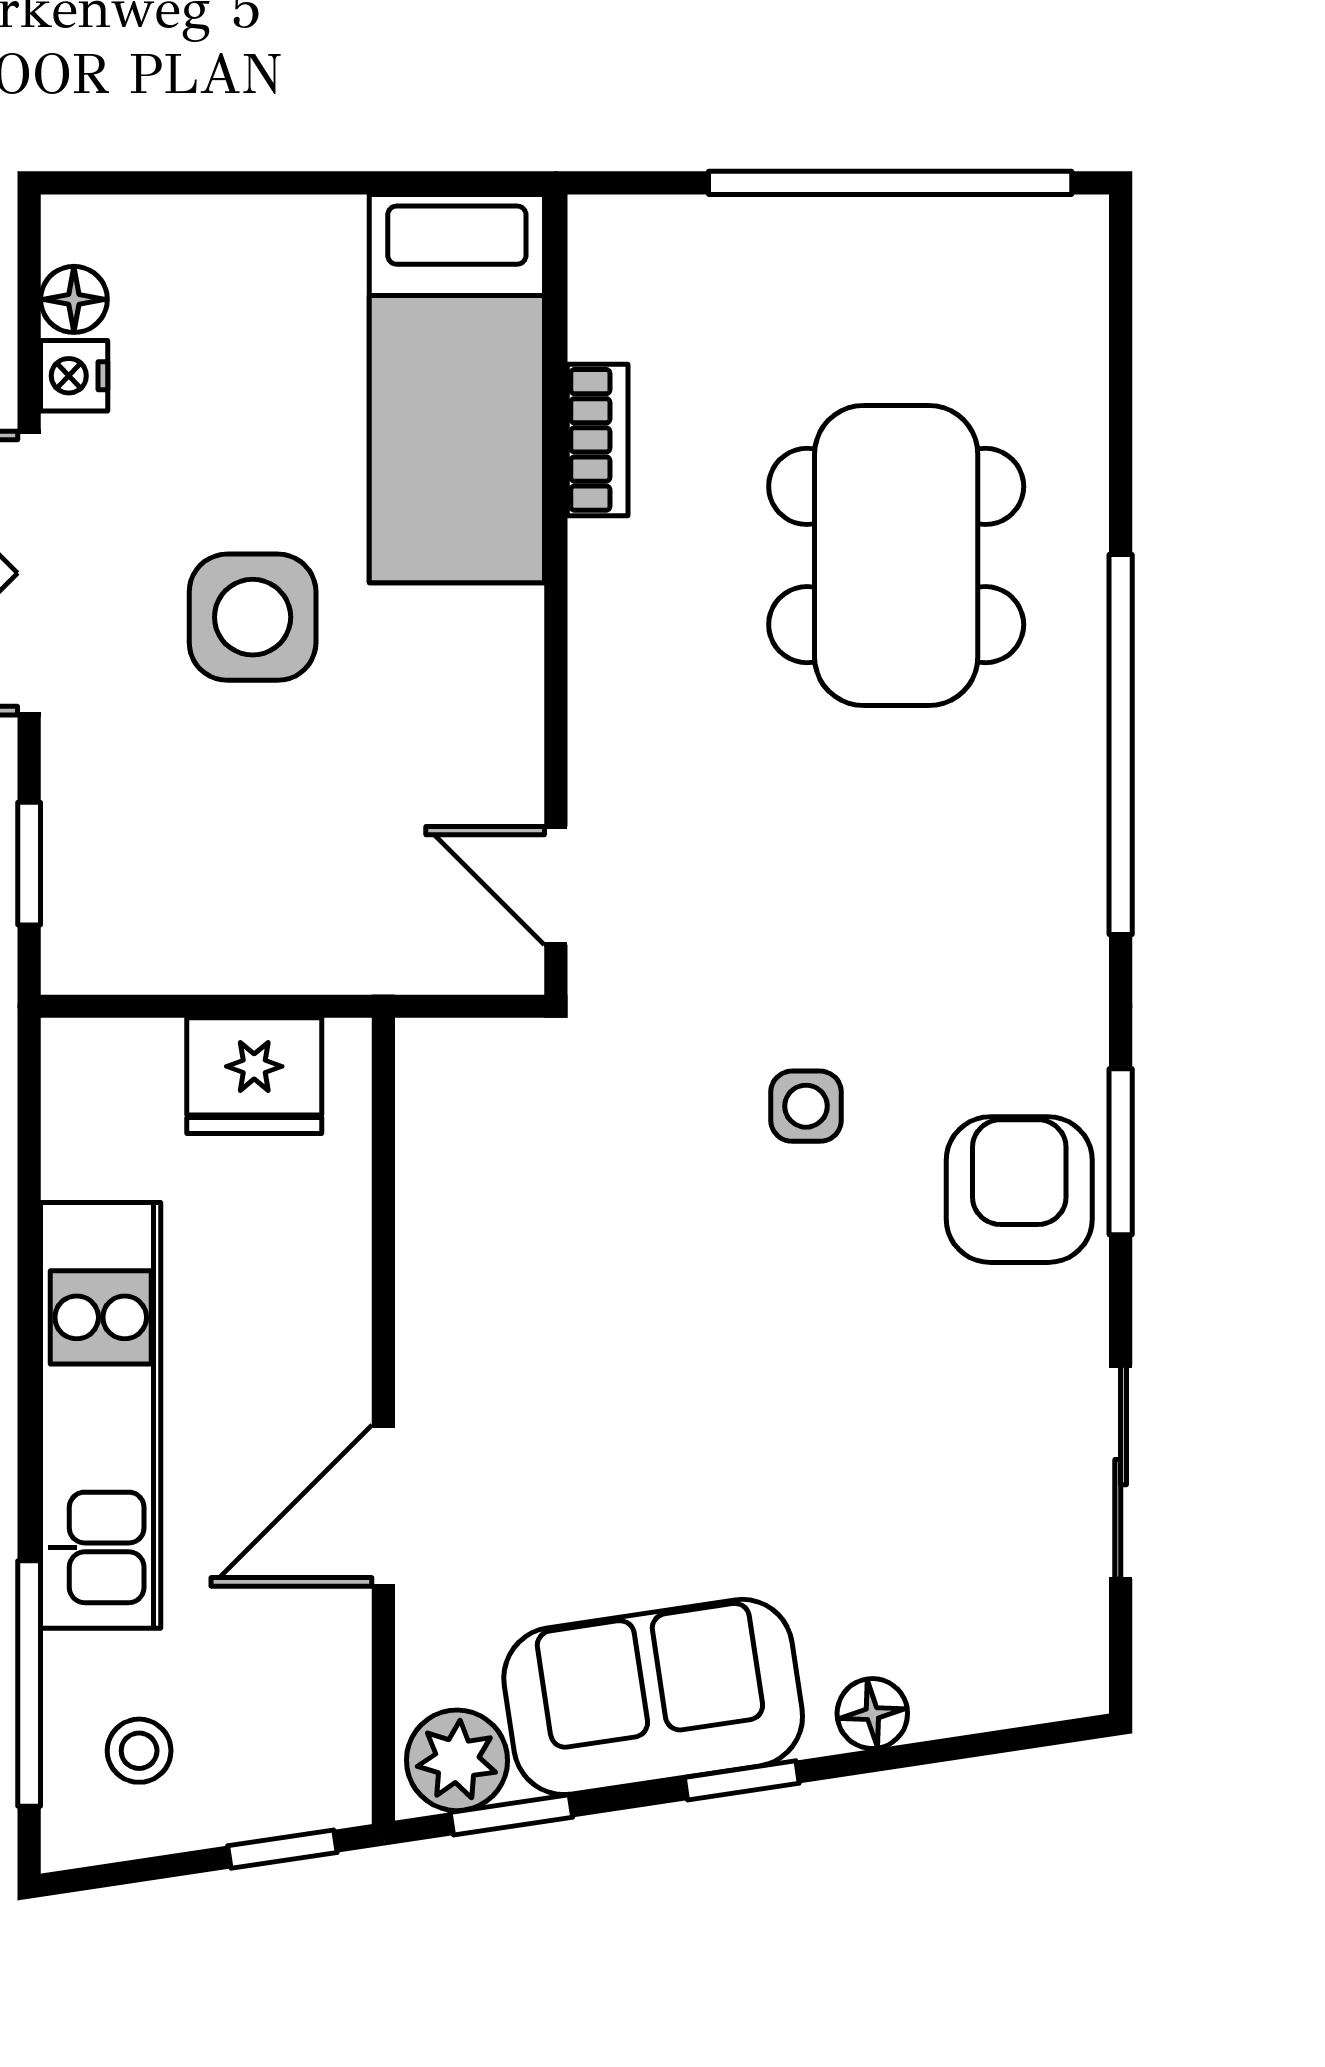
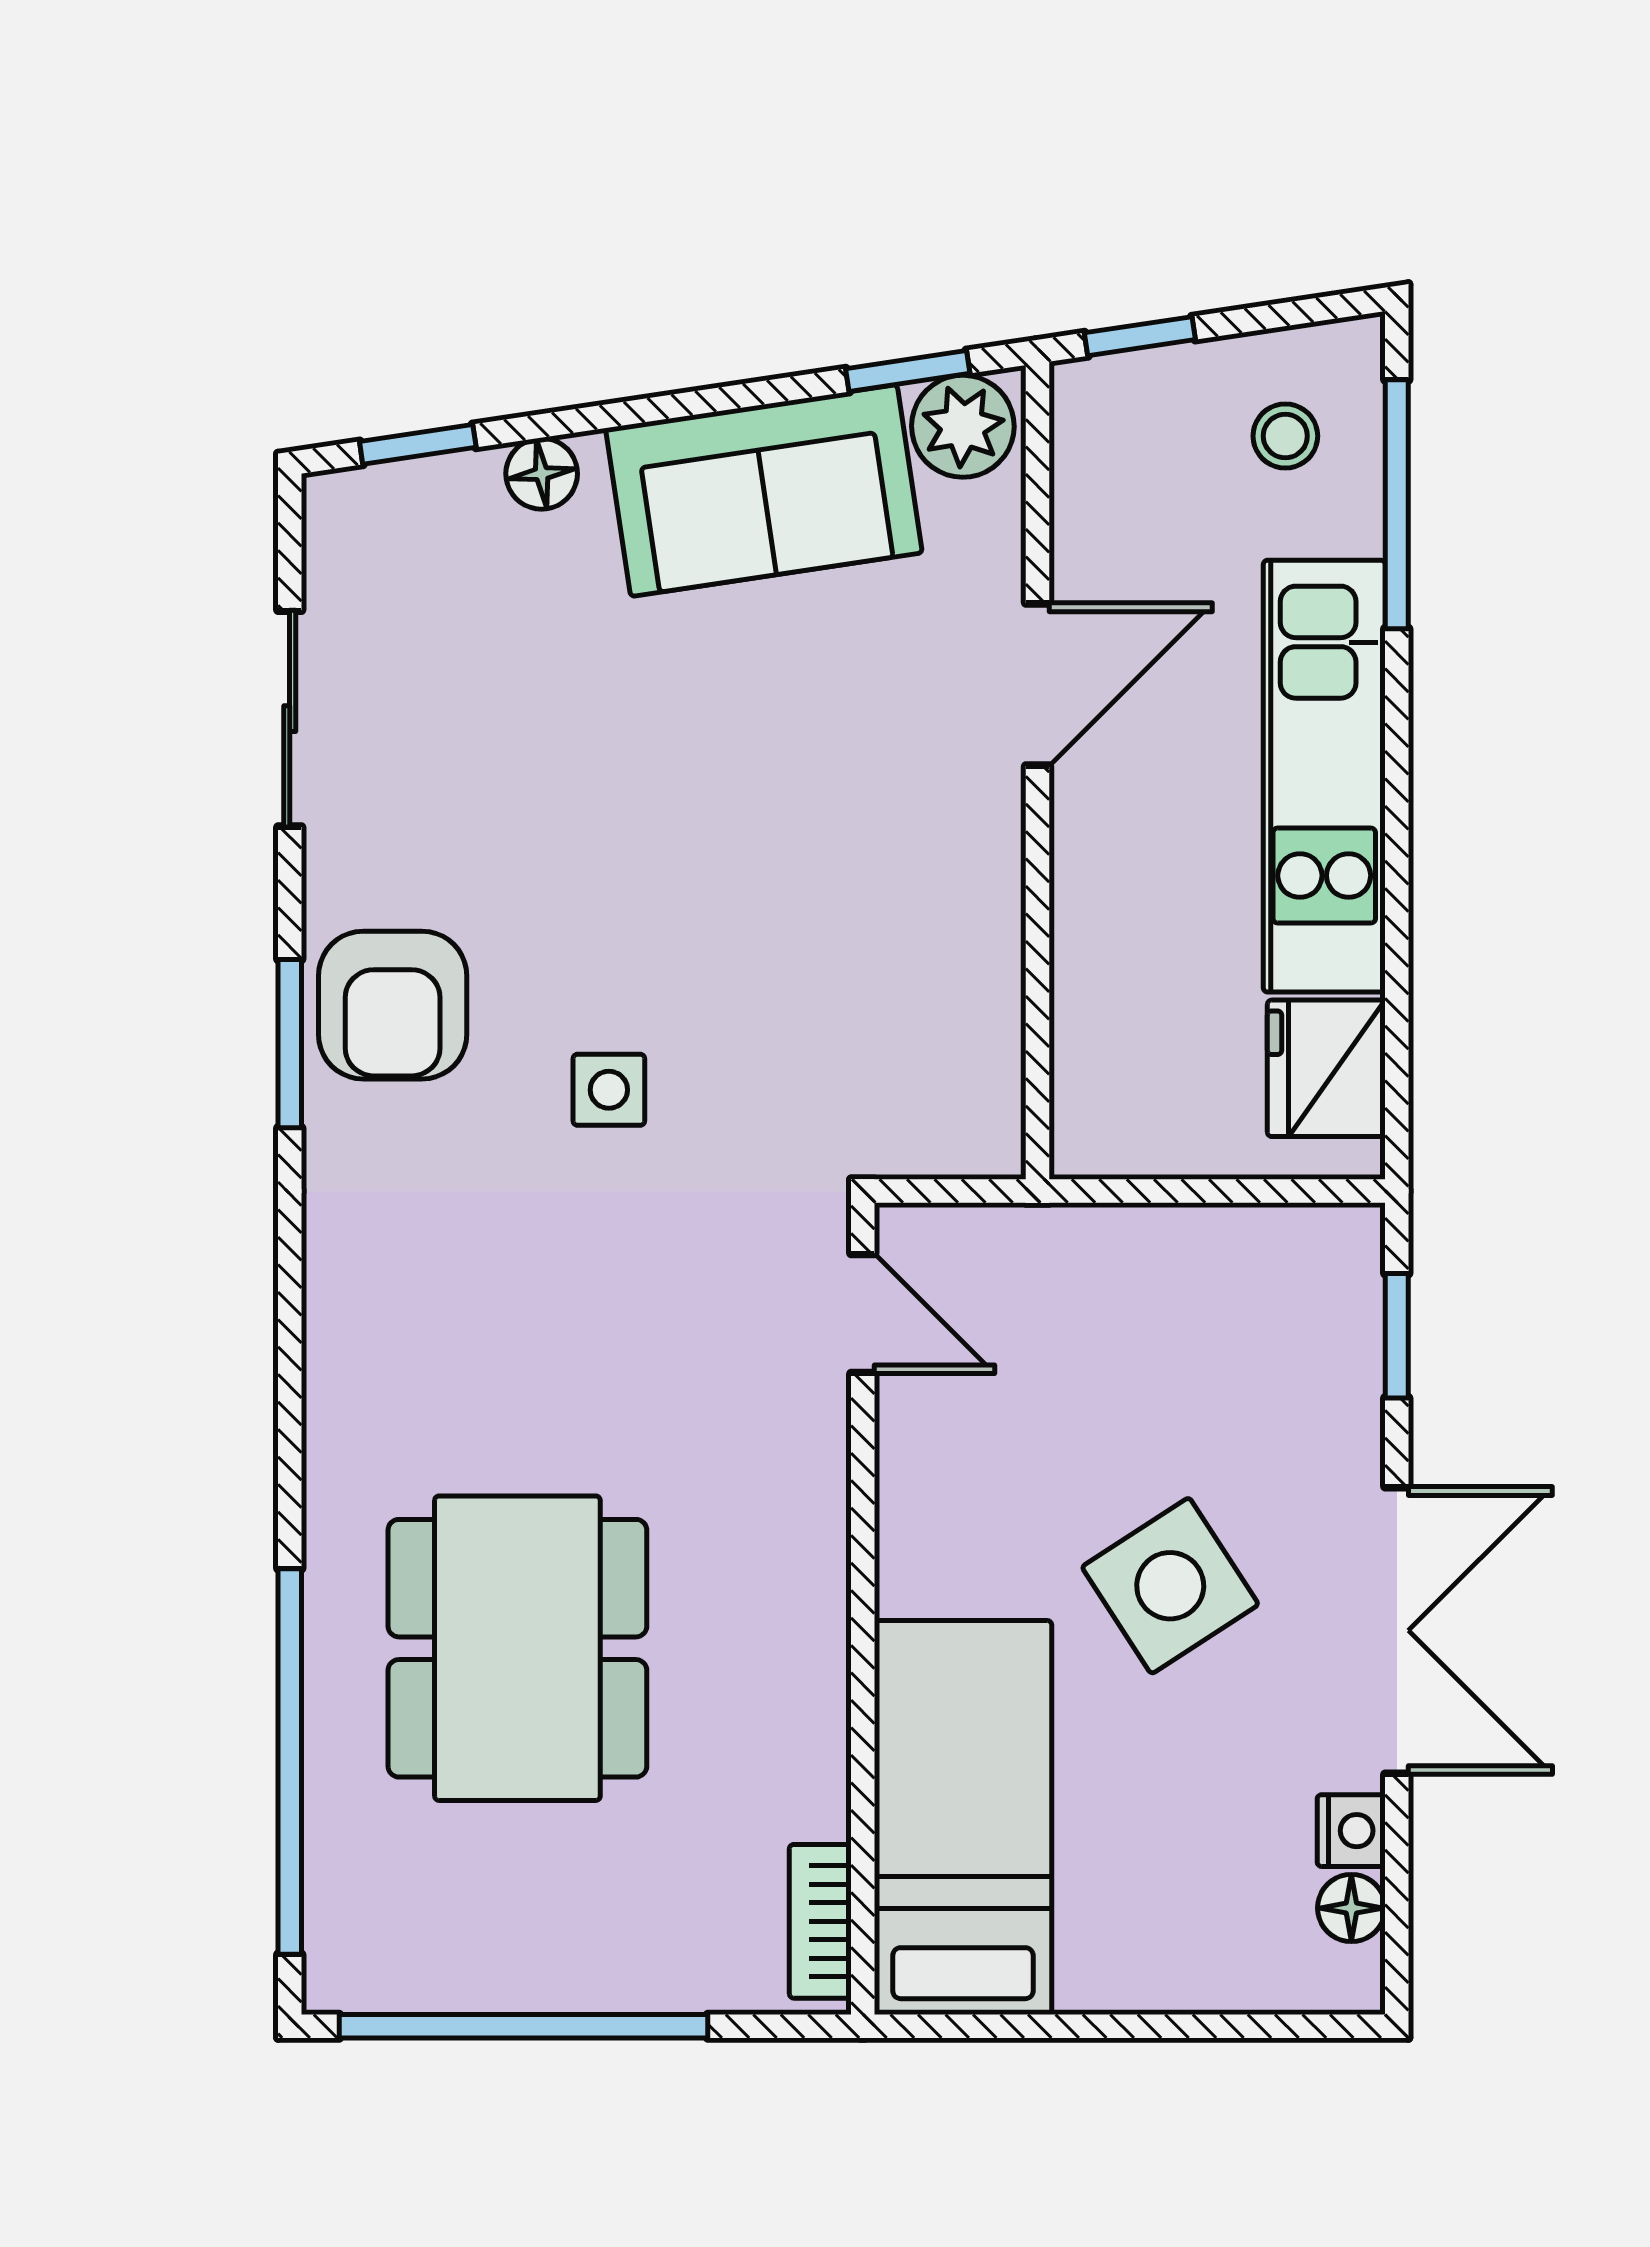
bookcase: (598, 440) -> (820, 1921), moved
side table: (253, 617) -> (1170, 1586), turned -33
window: (1121, 744) -> (290, 1762), moved
fridge: (254, 1076) -> (1326, 1068), moved, turned -90
window: (742, 1780) -> (418, 444), moved

